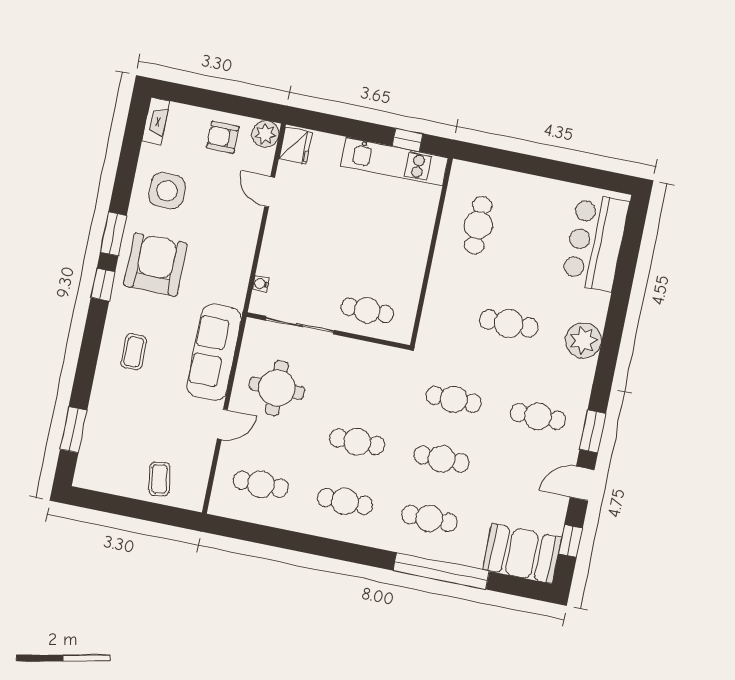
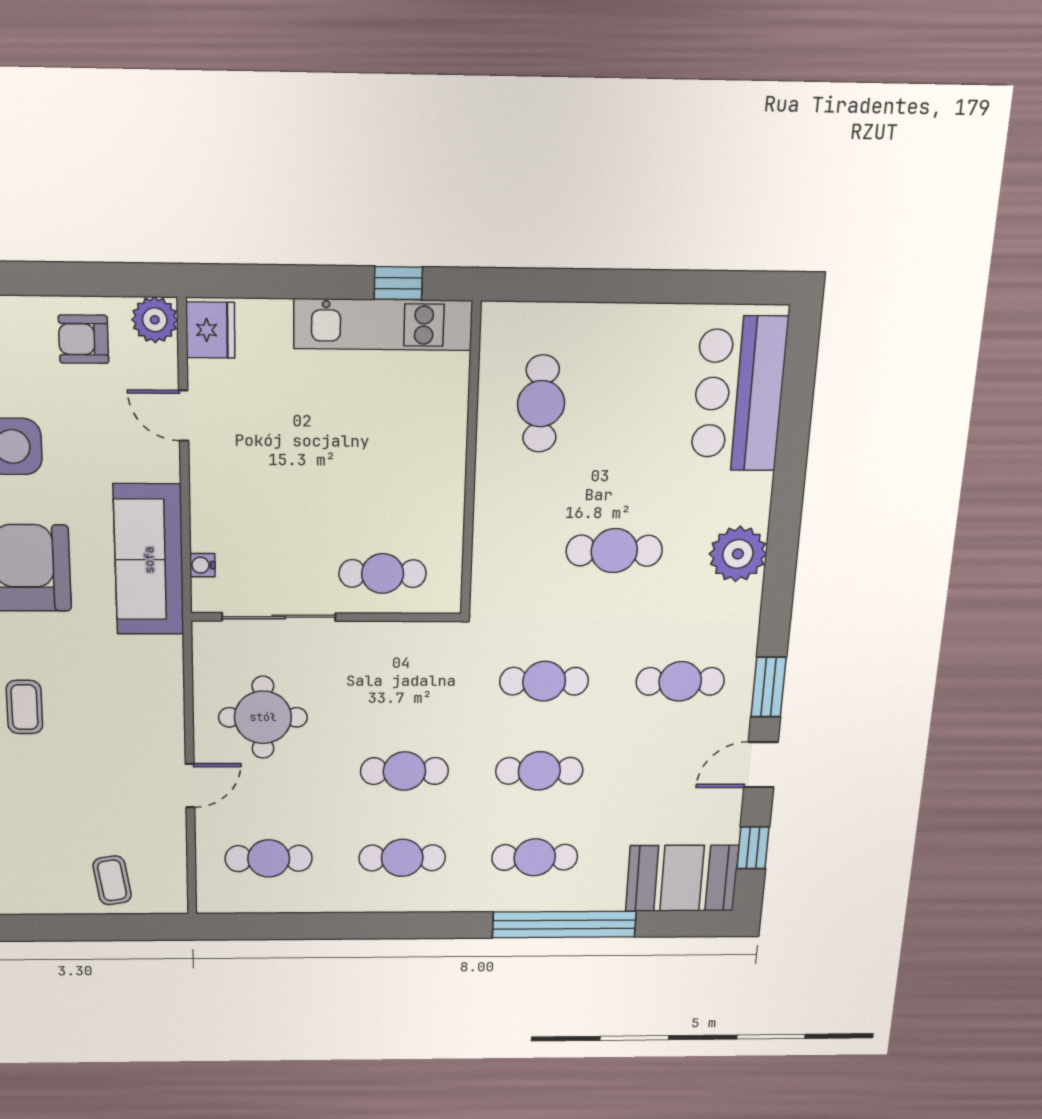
sofa: (214, 352) -> (149, 560), moved

